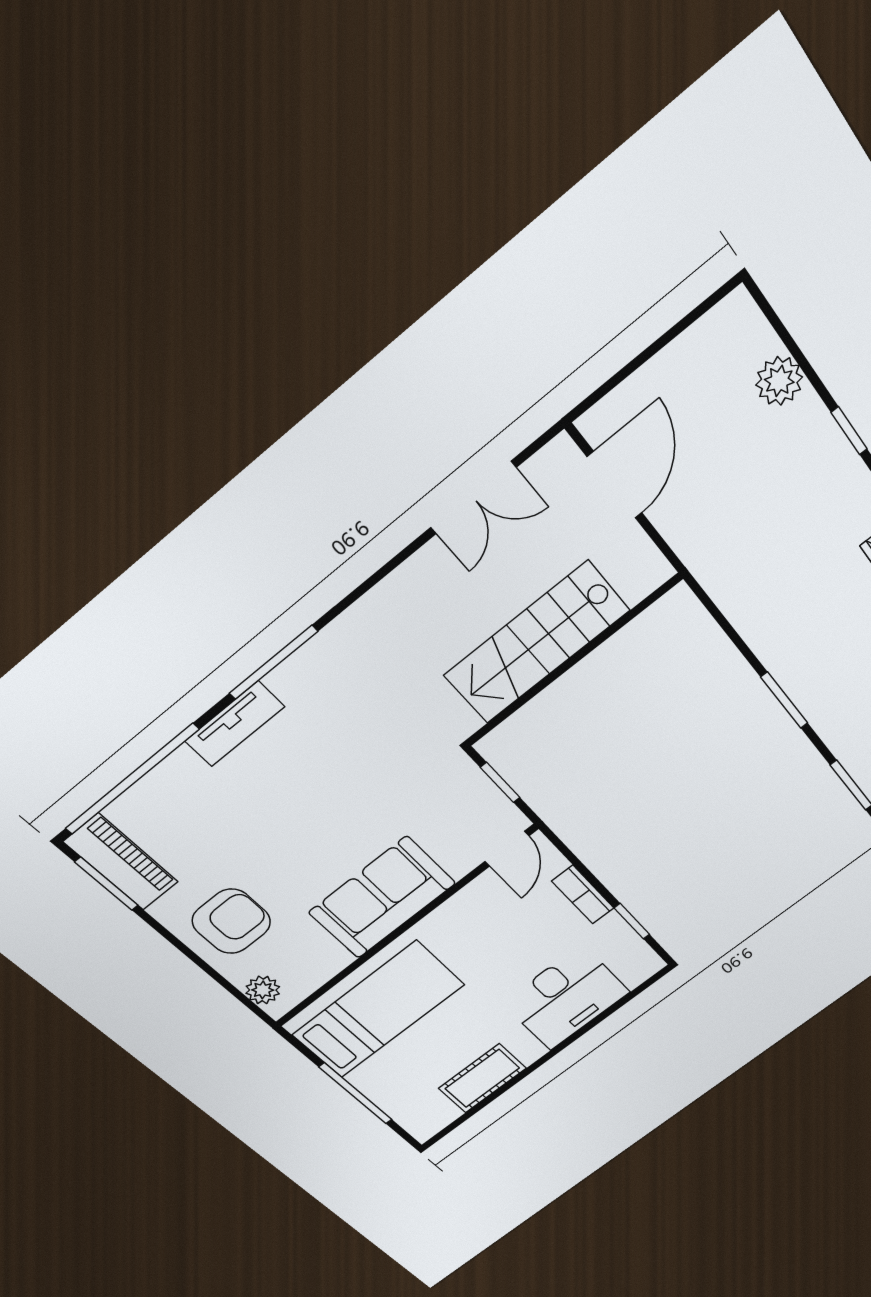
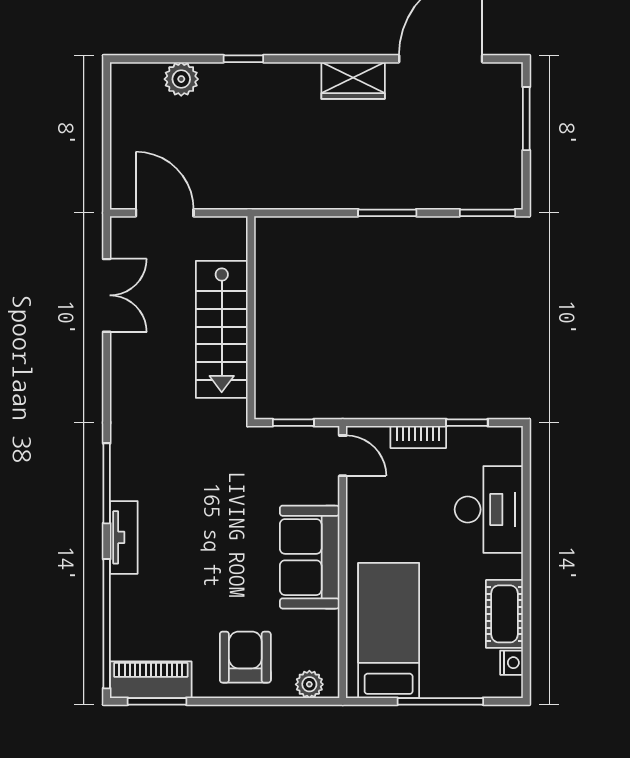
nightstand: (444, 1115) -> (511, 663), added

